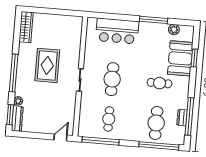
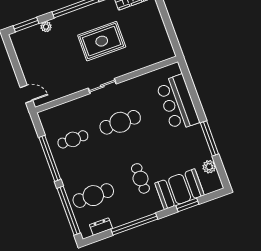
window: (189, 116) -> (134, 224), moved
dresser: (182, 118) -> (101, 227), moved
dresser: (17, 119) -> (25, 35), removed
window: (101, 141) -> (50, 158), moved

